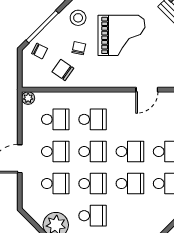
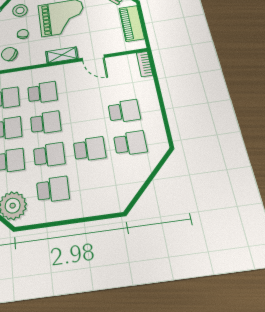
shelving: (116, 81) -> (62, 55), added
door: (147, 90) -> (93, 58), hinge flipped
school desk: (130, 151) -> (85, 117), removed

